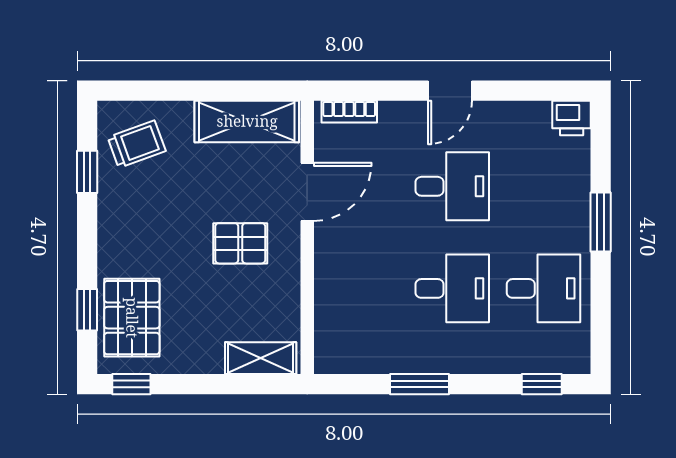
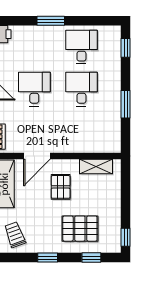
window: (87, 172) -> (48, 258), moved
door: (307, 192) -> (37, 156), swing flipped
pallet: (132, 318) -> (80, 229), moved
shelving: (261, 358) -> (96, 166), moved, turned 90

